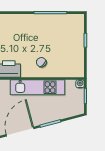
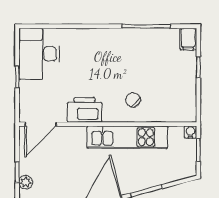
filing cabinet: (79, 21) -> (188, 39), added

